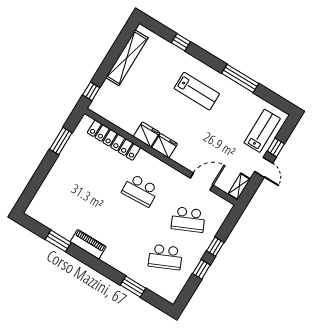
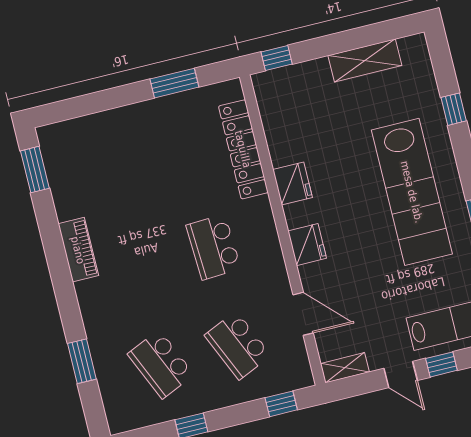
shelving: (127, 58) -> (365, 60), width x0.68
lab bench: (197, 91) -> (412, 192), width x1.86, depth x1.39
fridge: (165, 146) -> (307, 245), moved
door: (264, 167) -> (401, 374), hinge flipped
window: (58, 241) -> (35, 170), moved
window: (215, 247) -> (281, 404), moved

